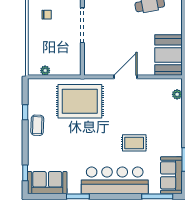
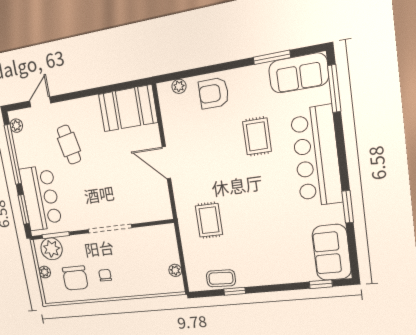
rug: (80, 101) -> (209, 220), width x0.54, depth x0.49
armchair: (168, 118) -> (214, 93), added
coffee table: (37, 125) -> (221, 278), moved

